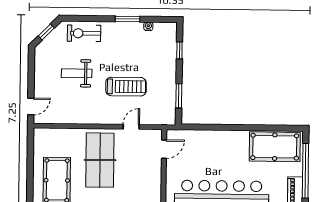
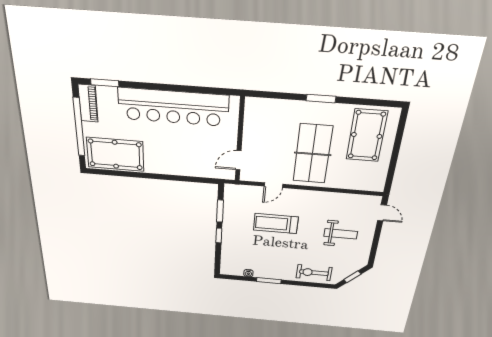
exercise bike: (84, 33) -> (314, 273), turned 180
window: (179, 50) -> (219, 235), moved
weight bench: (77, 73) -> (341, 234), moved
door: (31, 106) -> (382, 213), swing flipped

